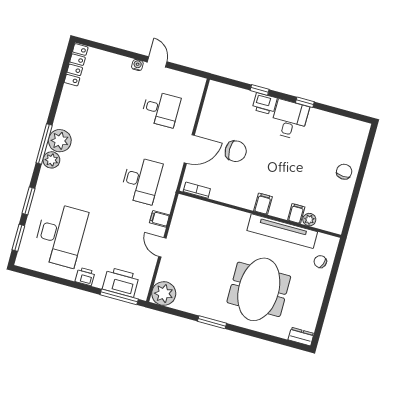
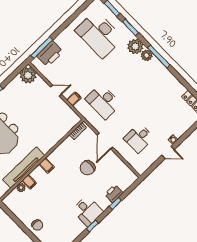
printer: (265, 104) -> (114, 194), moved
plant: (60, 141) -> (135, 46), moved
printer: (85, 276) -> (66, 34), removed

